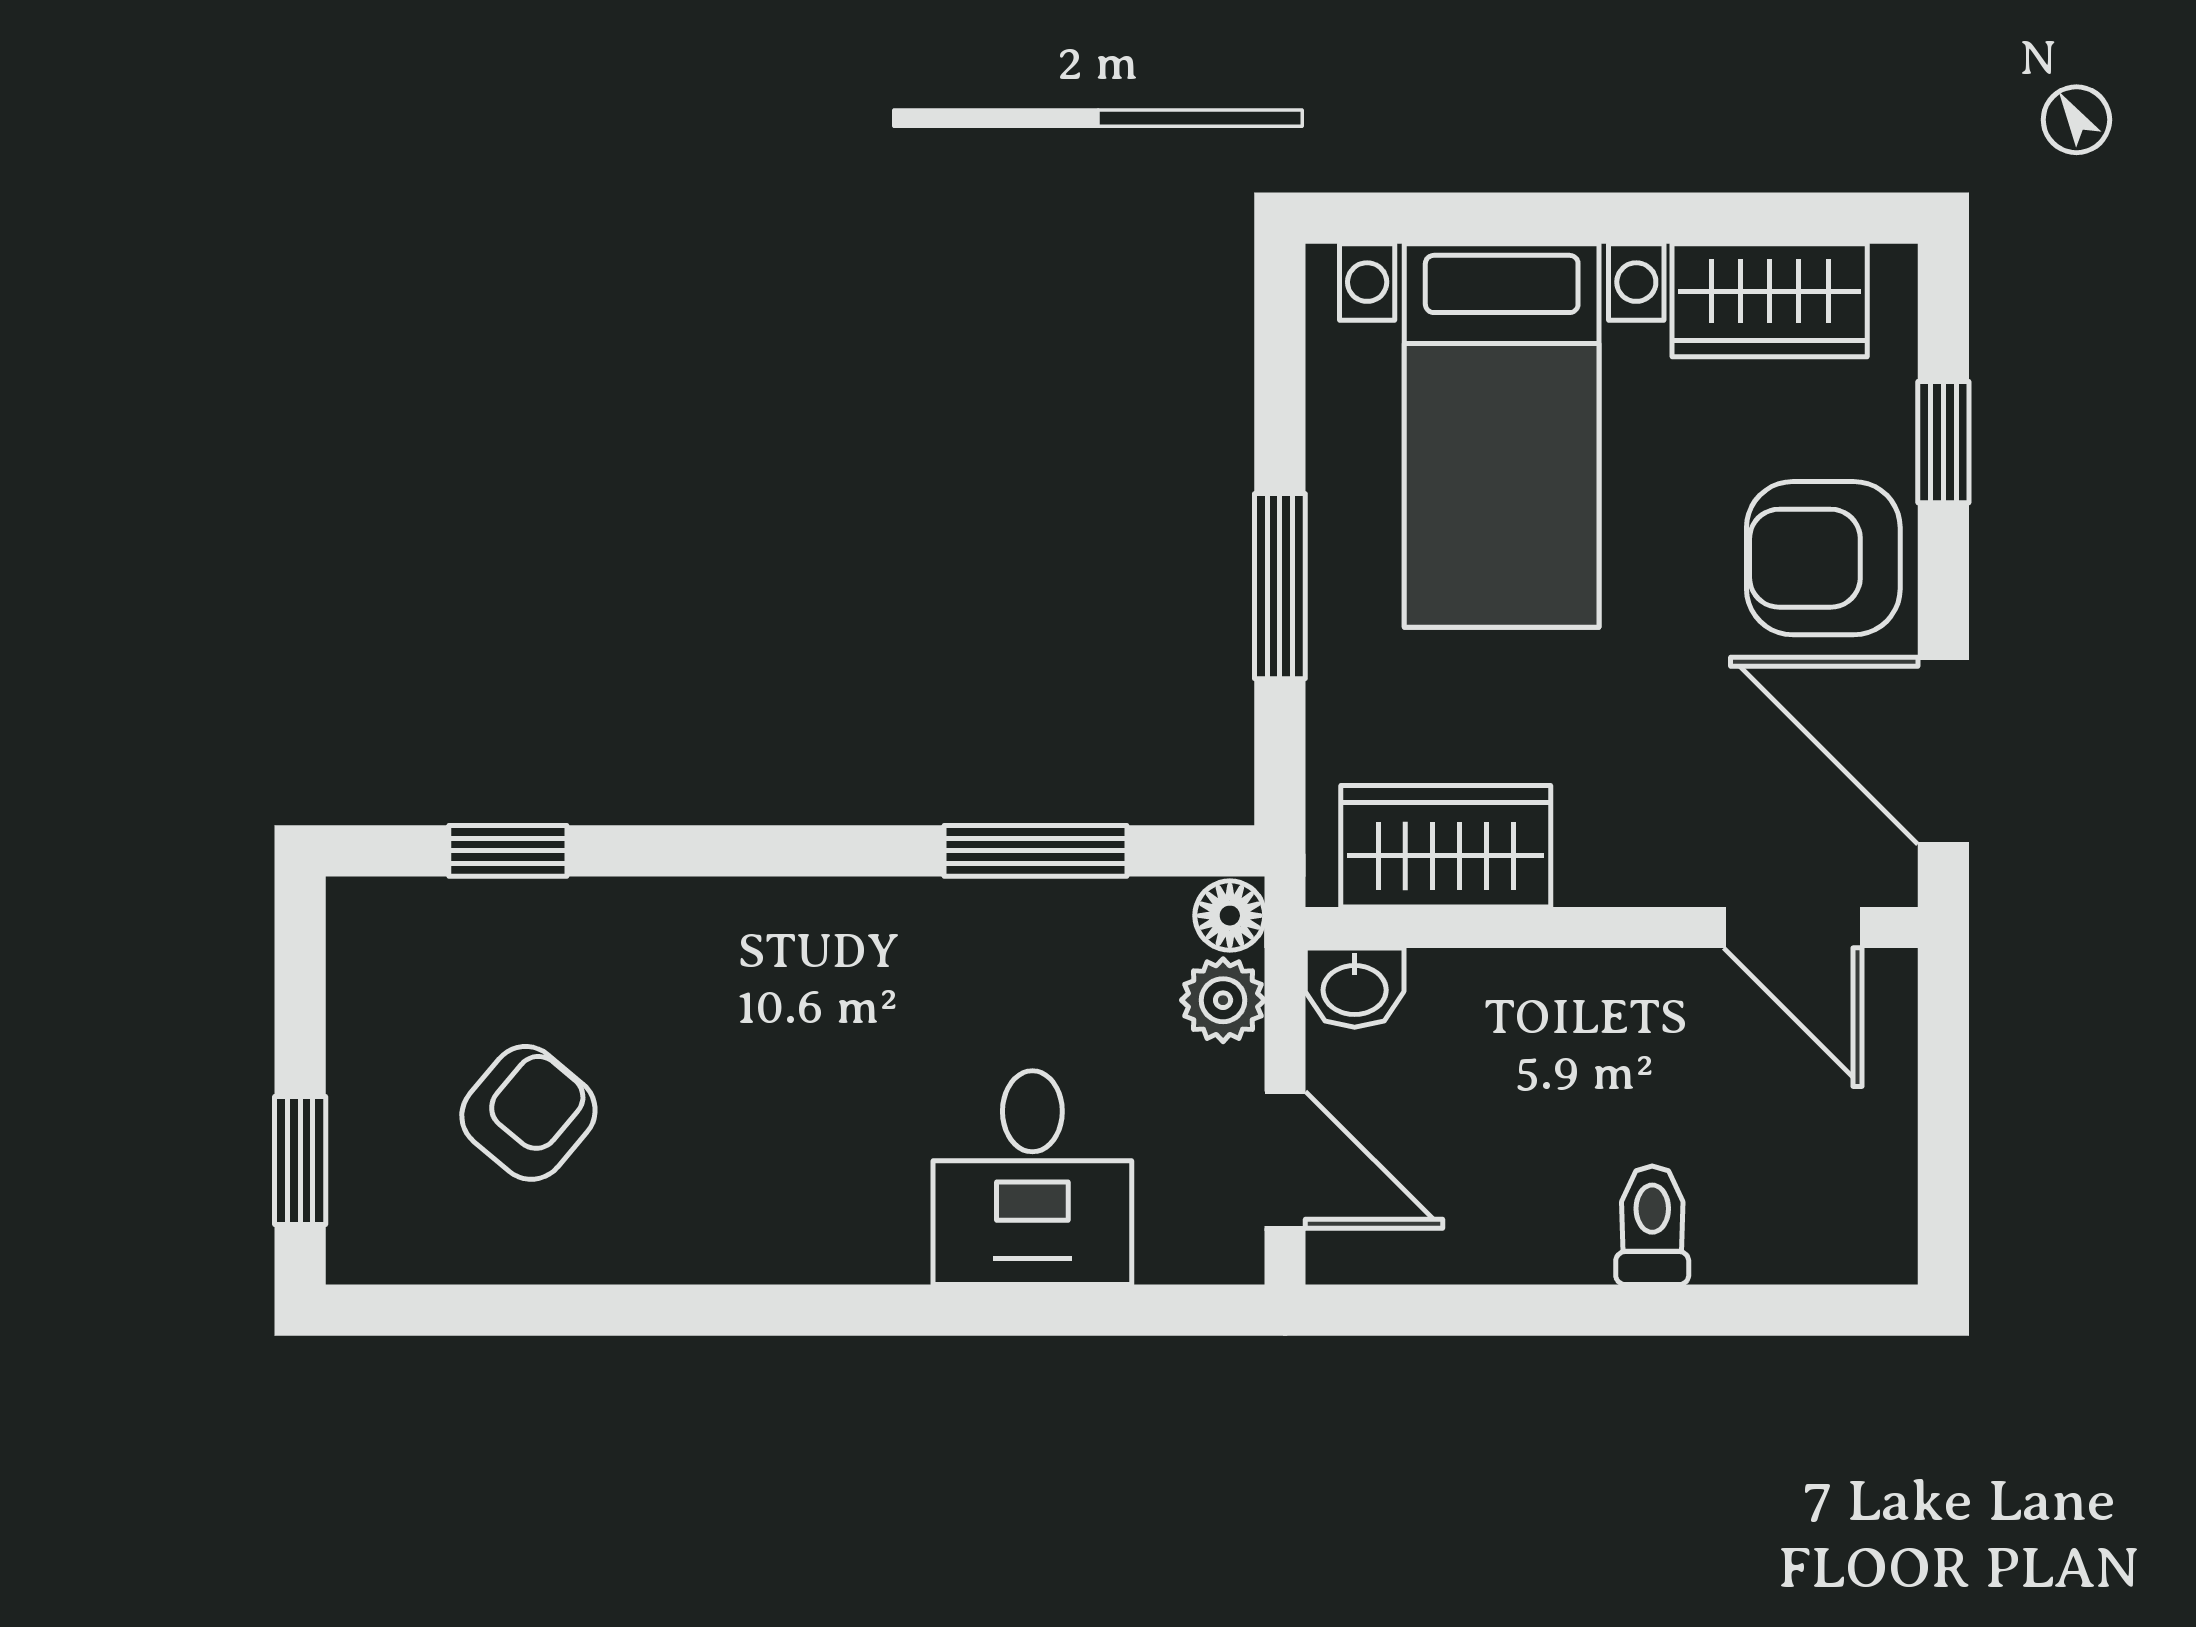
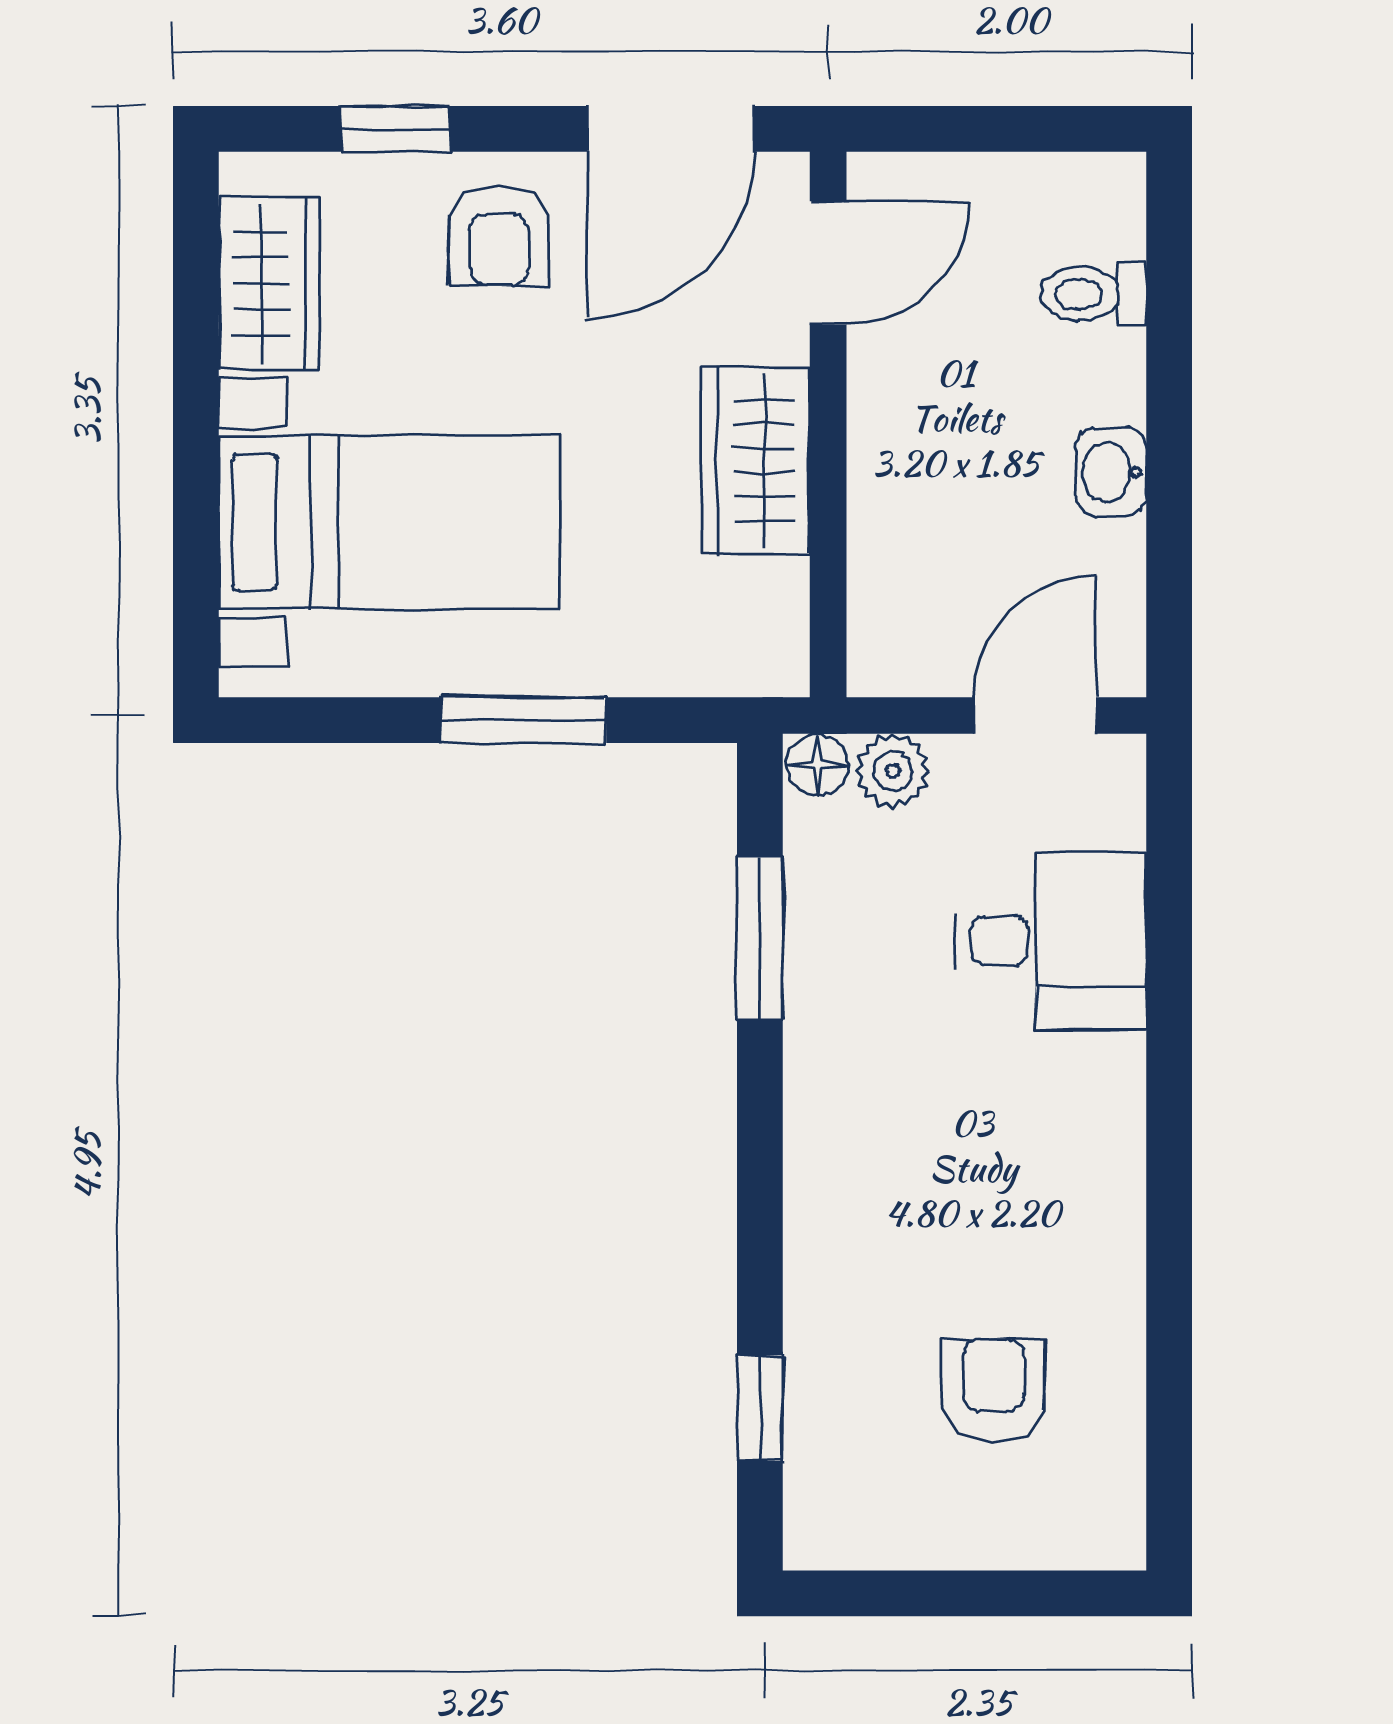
armchair: (1823, 558) -> (499, 236), width x0.72, depth x0.72
wardrobe: (1446, 846) -> (756, 461), moved
washbasin: (1355, 988) -> (1111, 472), moved, turned 180
armchair: (528, 1113) -> (993, 1390), turned 50
window: (300, 1160) -> (1036, 1593), removed
toilet: (1652, 1225) -> (1093, 294), moved

